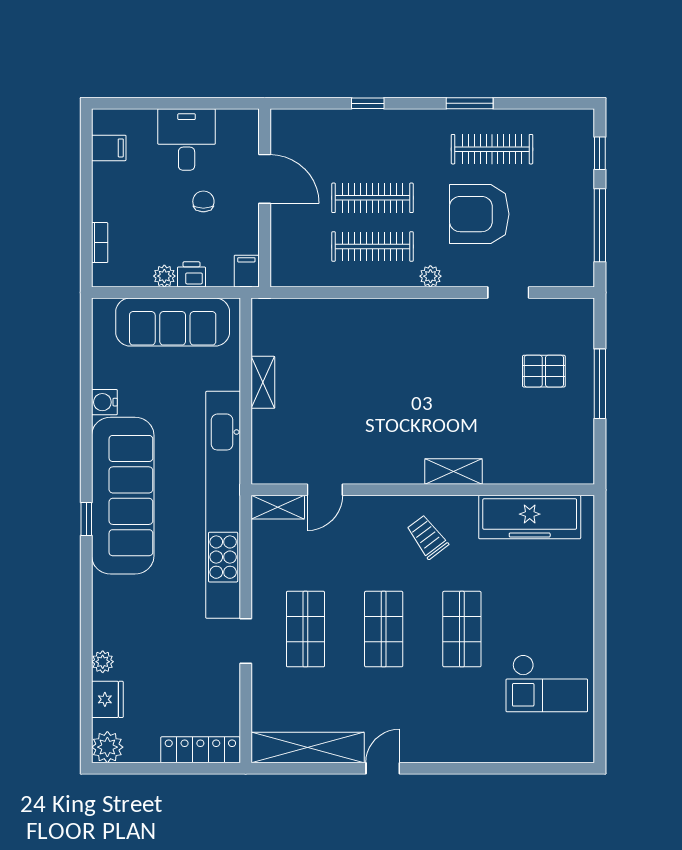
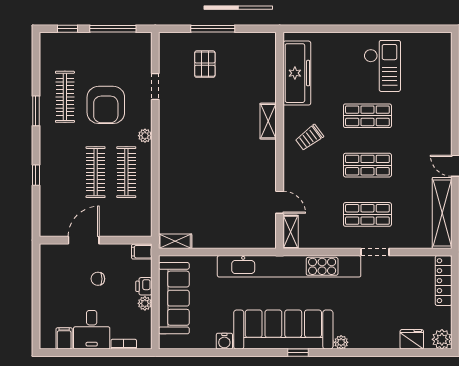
desk: (187, 140) -> (92, 330), moved, turned -90
shelving: (263, 382) -> (175, 241), moved
plant: (103, 662) -> (341, 342), moved
checkout: (547, 683) -> (382, 66), moved

